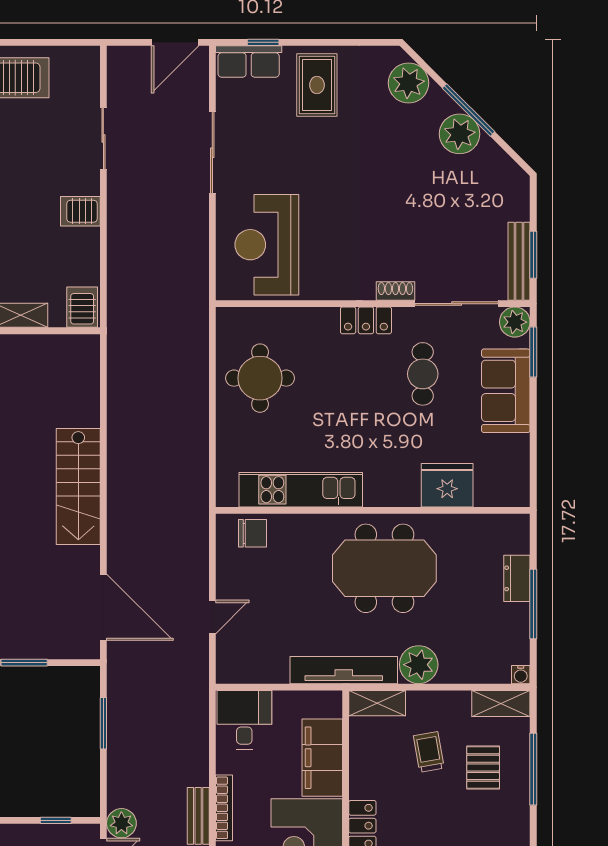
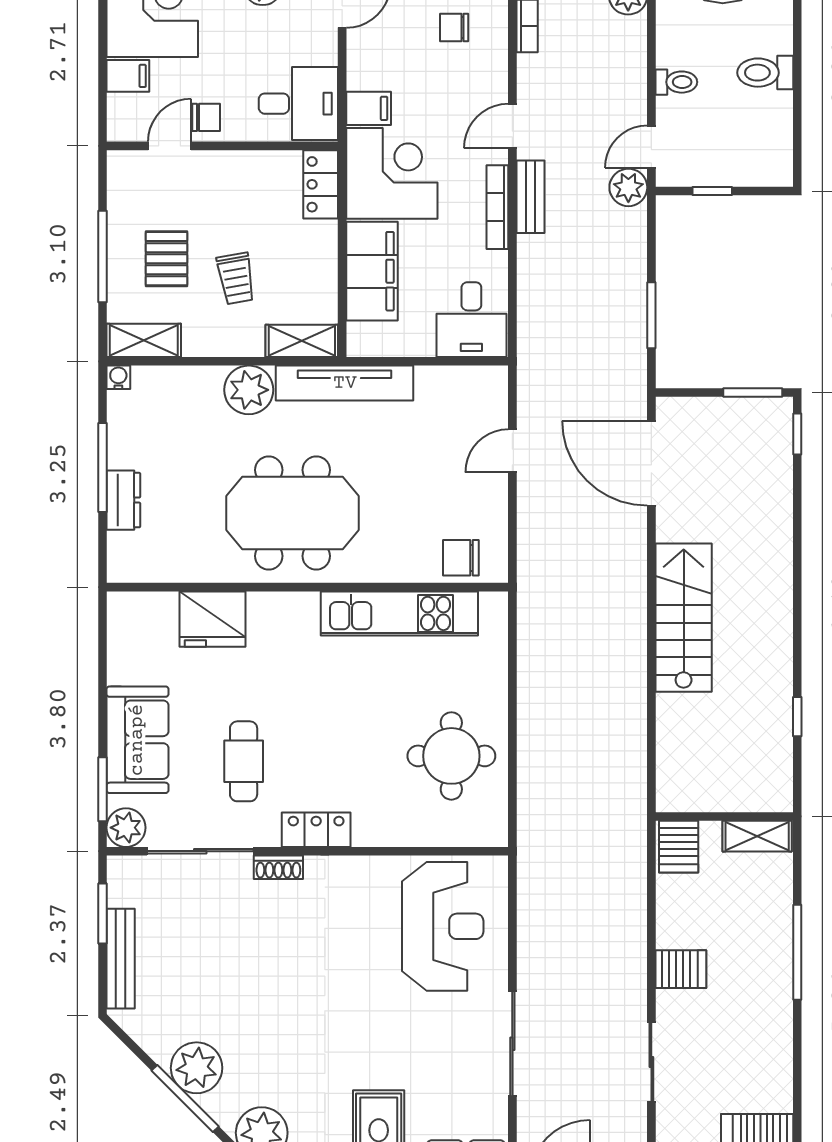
bench: (519, 261) -> (121, 959), moved

